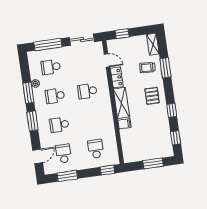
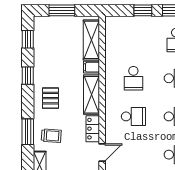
door: (107, 60) -> (102, 152), swing flipped
shelving: (128, 144) -> (91, 40), added
school desk: (96, 149) -> (133, 78), moved
window: (107, 170) -> (143, 10), moved

